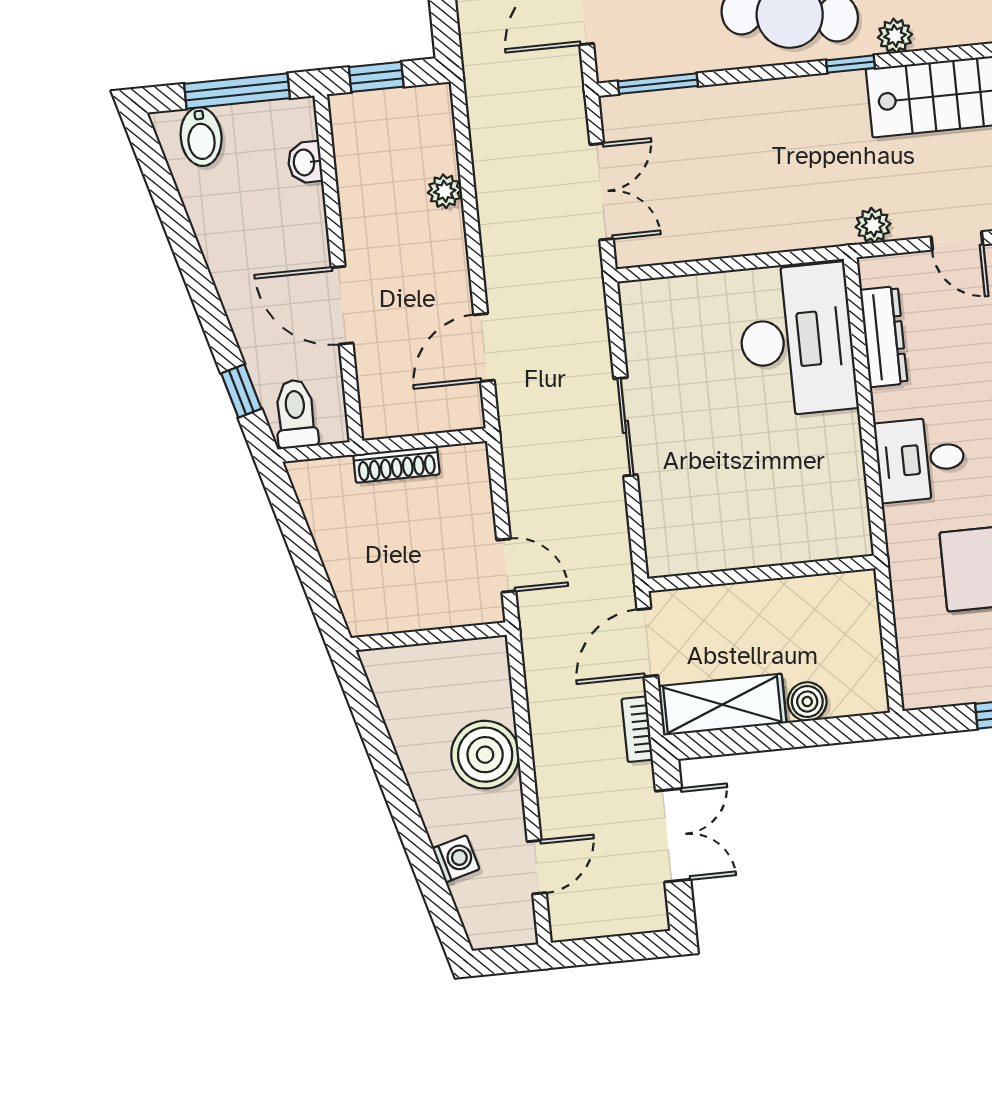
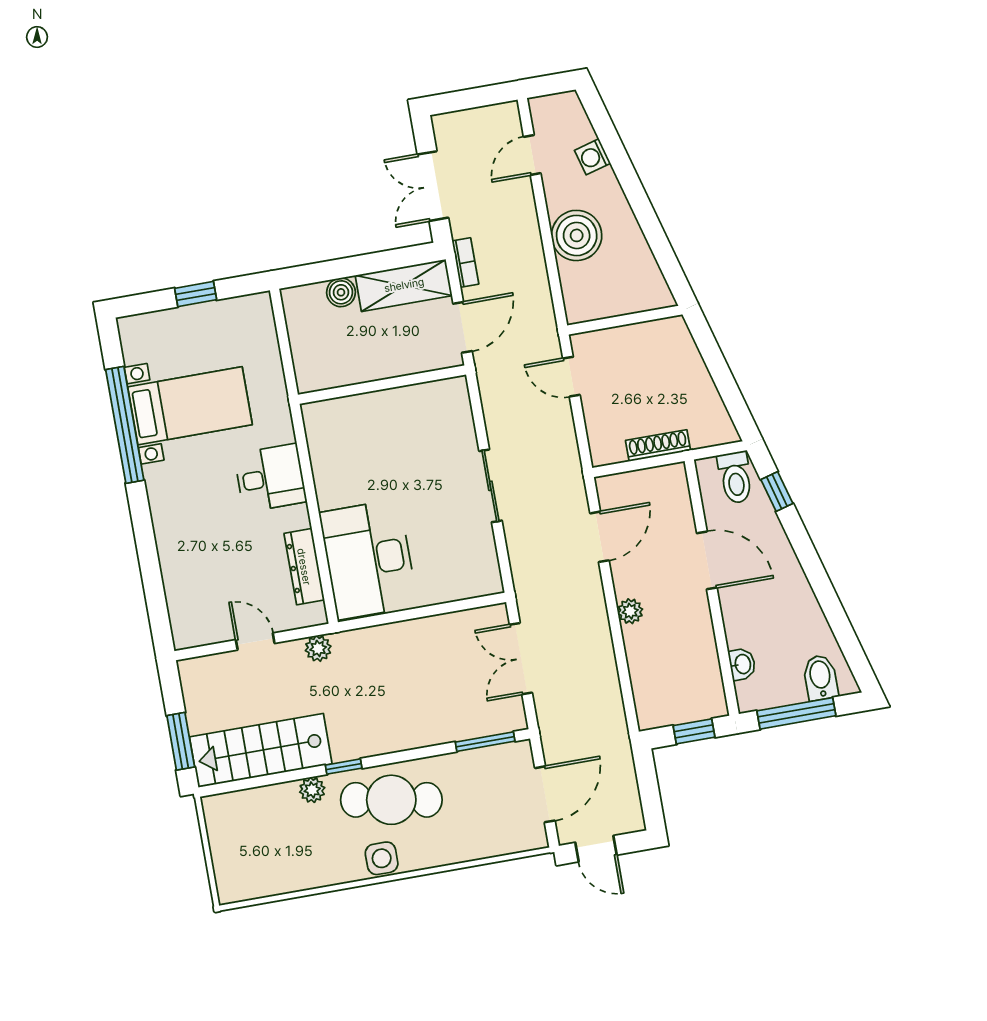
plant: (445, 191) -> (630, 611), moved

